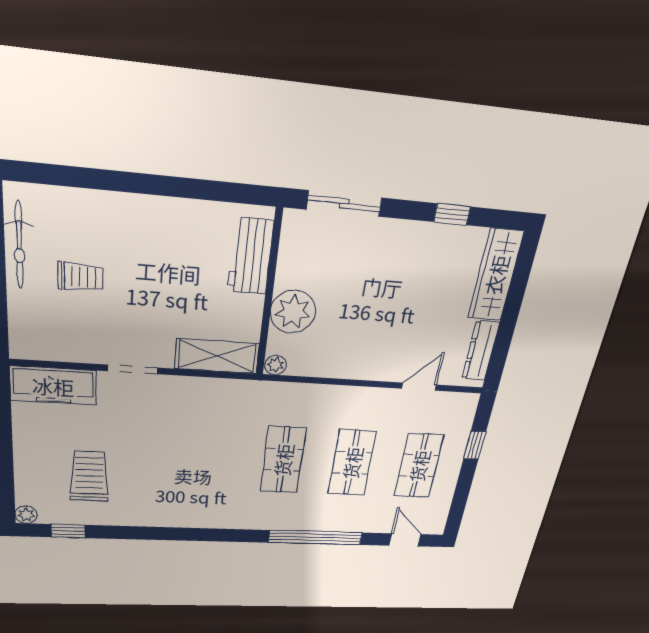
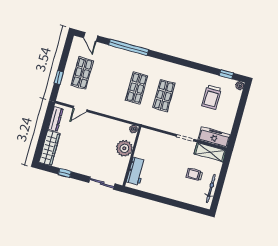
shelving: (217, 356) -> (210, 152), moved
shop shelf: (352, 463) -> (164, 95), moved

